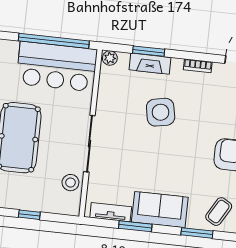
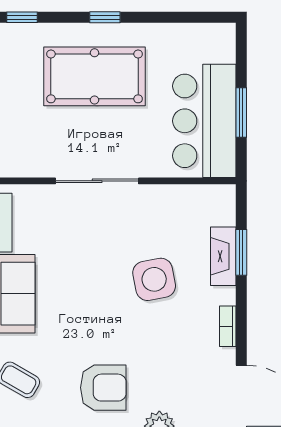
window: (54, 41) -> (241, 112), width x0.47
plant: (110, 58) -> (225, 197), removed
stool: (70, 183) -> (37, 159), removed

